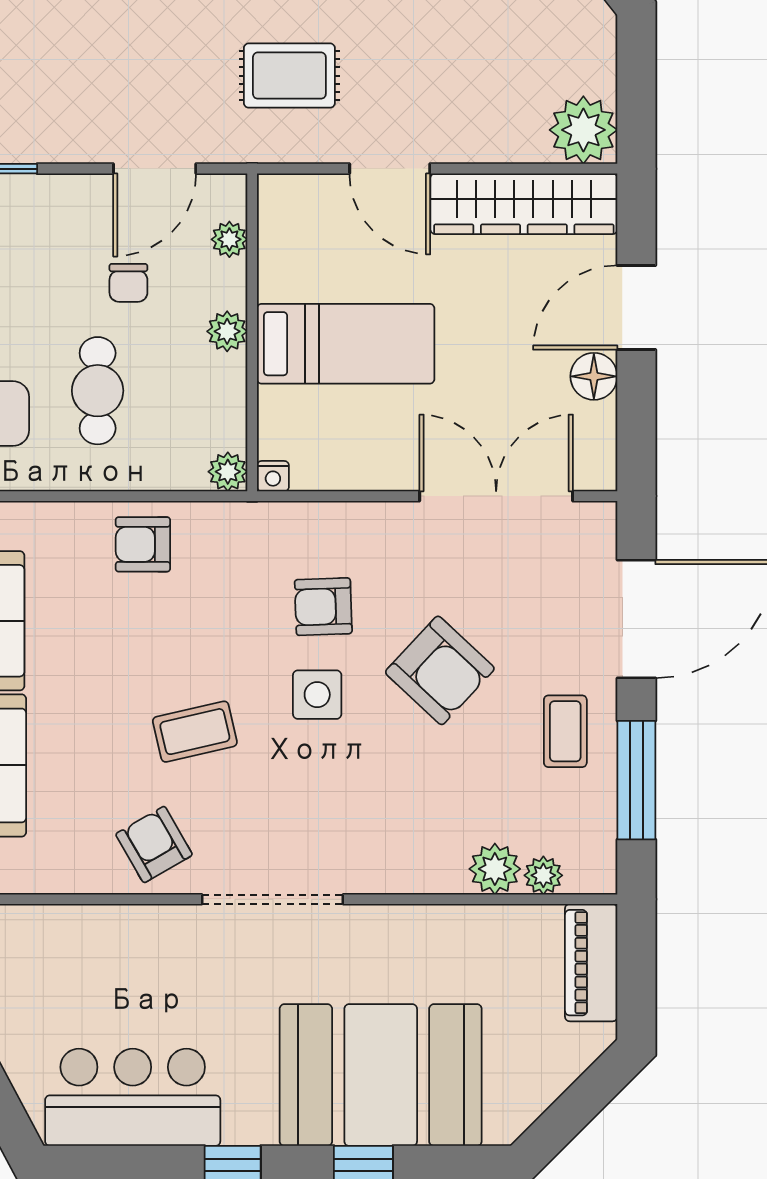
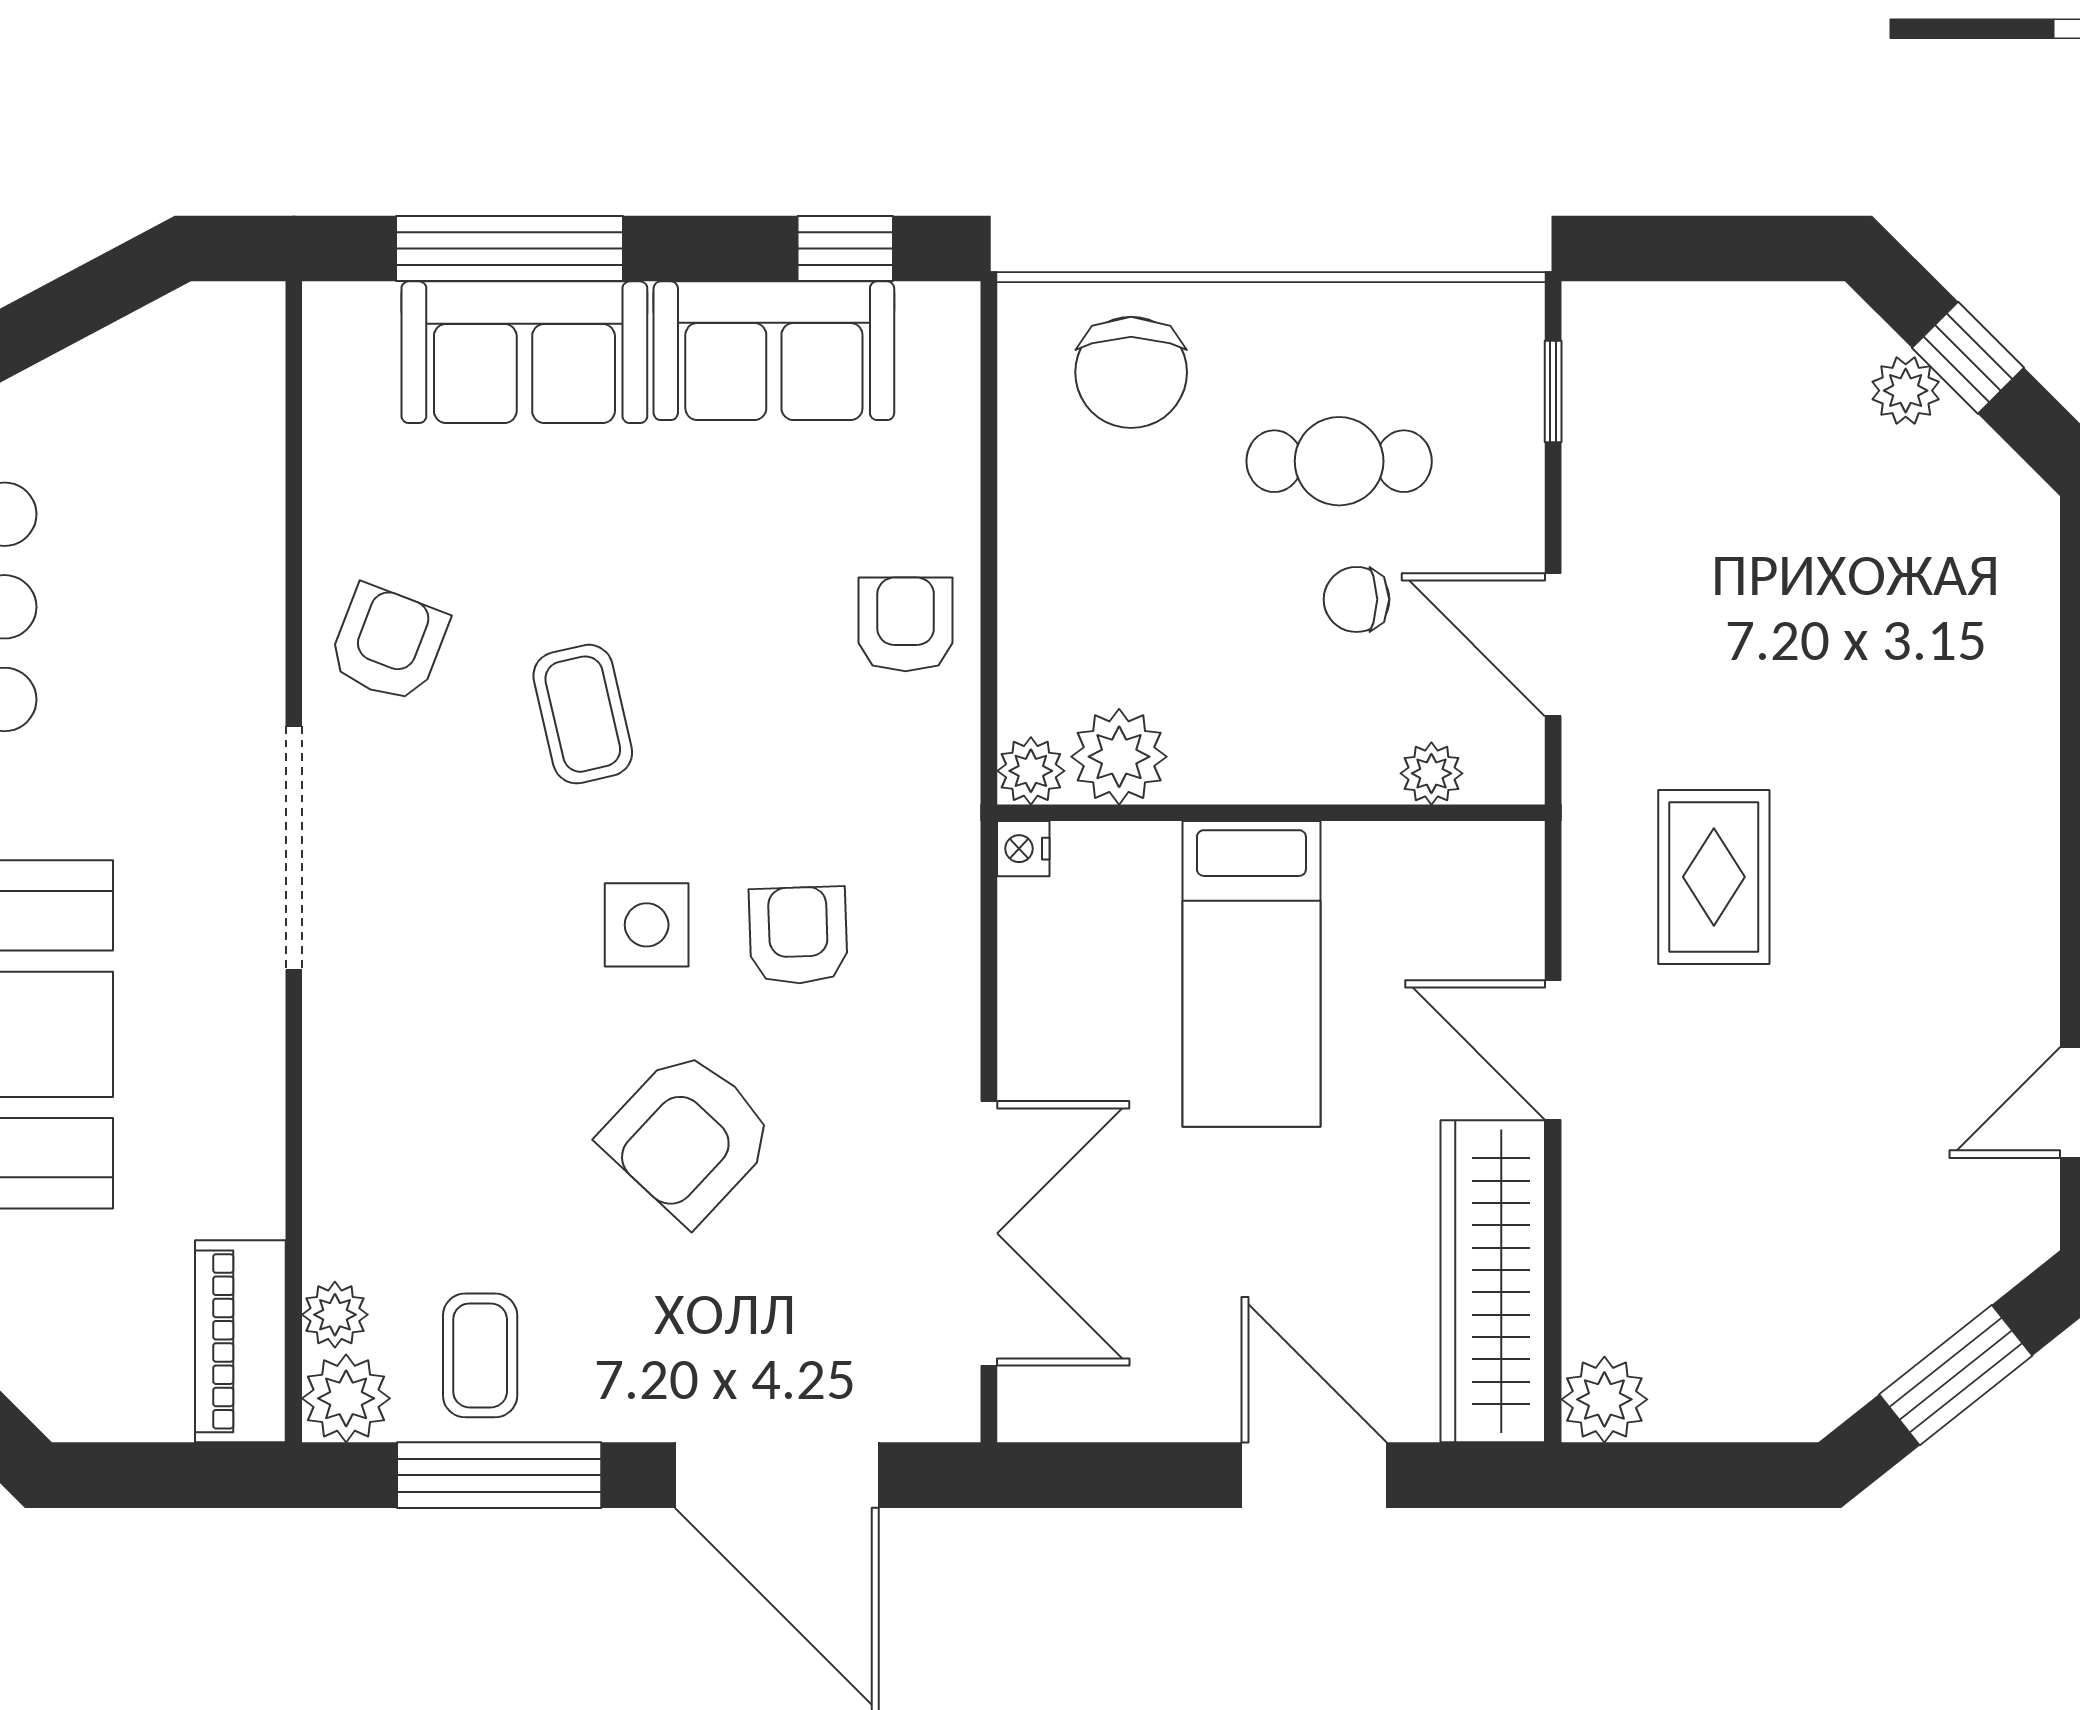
plant: (583, 130) -> (1604, 1399), width x0.73, depth x0.73
door: (390, 169) -> (1553, 1050), hinge flipped
plant: (227, 331) -> (1119, 757), moved, width x1.38, depth x1.38
floor lamp: (594, 376) -> (1195, 1402), removed
cafe table: (98, 391) -> (1339, 461), moved
coffee table: (565, 731) -> (480, 1355), moved, turned 90
armchair: (154, 844) -> (388, 644), turned -39
plant: (495, 869) -> (346, 1398), moved
piano: (591, 963) -> (240, 1341), moved, turned -90

